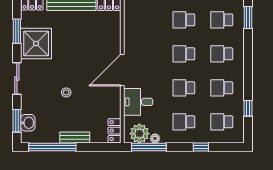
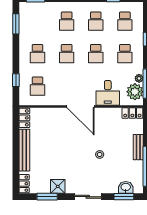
school desk: (222, 20) -> (37, 86), moved
shower: (36, 44) -> (58, 186), width x0.54, depth x0.54

